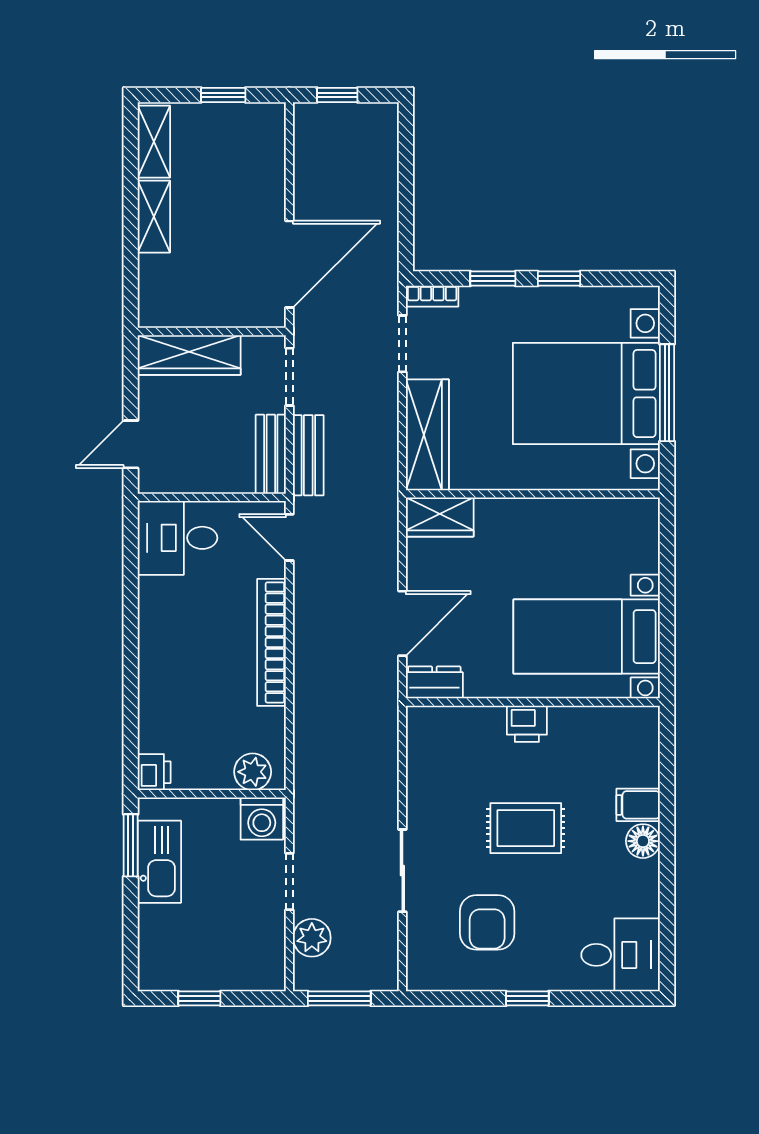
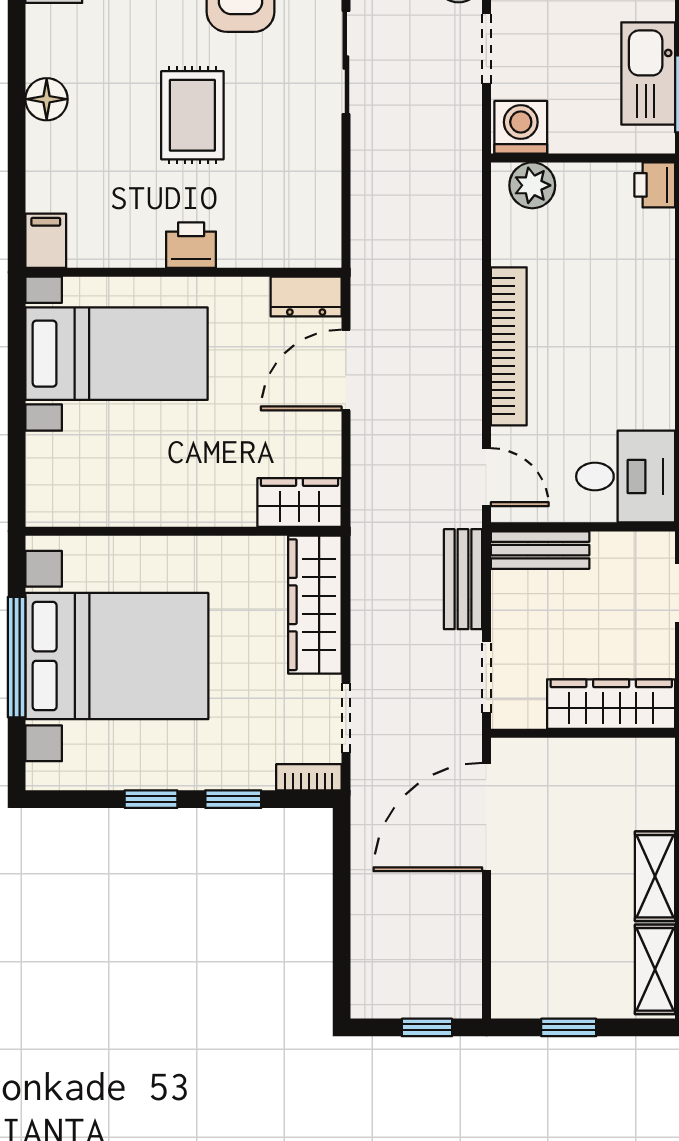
bench: (271, 454) -> (540, 550), moved, turned 90
filing cabinet: (638, 805) -> (46, 241), moved, turned -90
rug: (526, 828) -> (192, 115), turned 90

